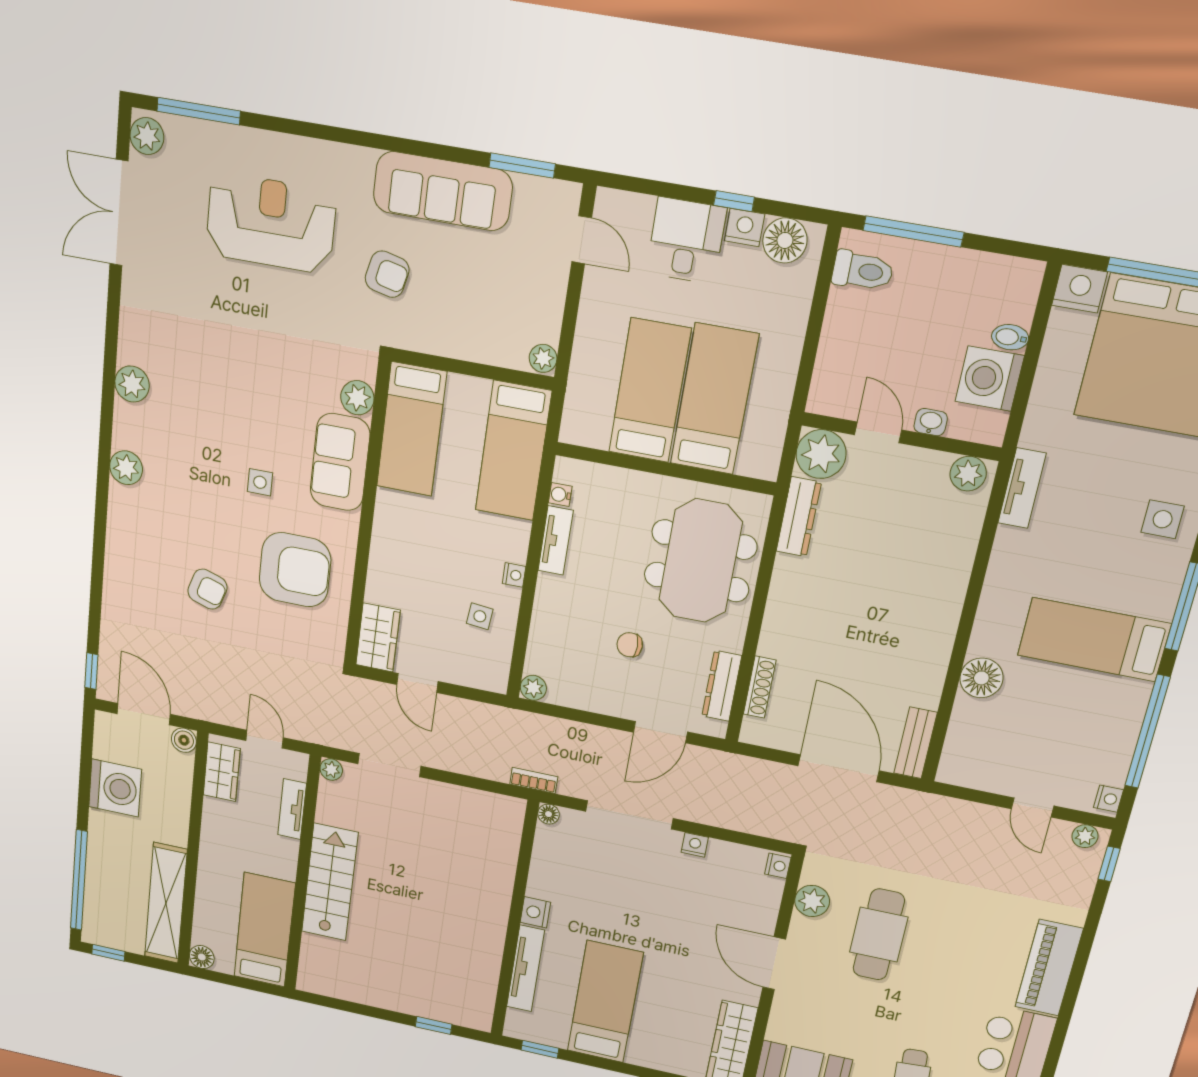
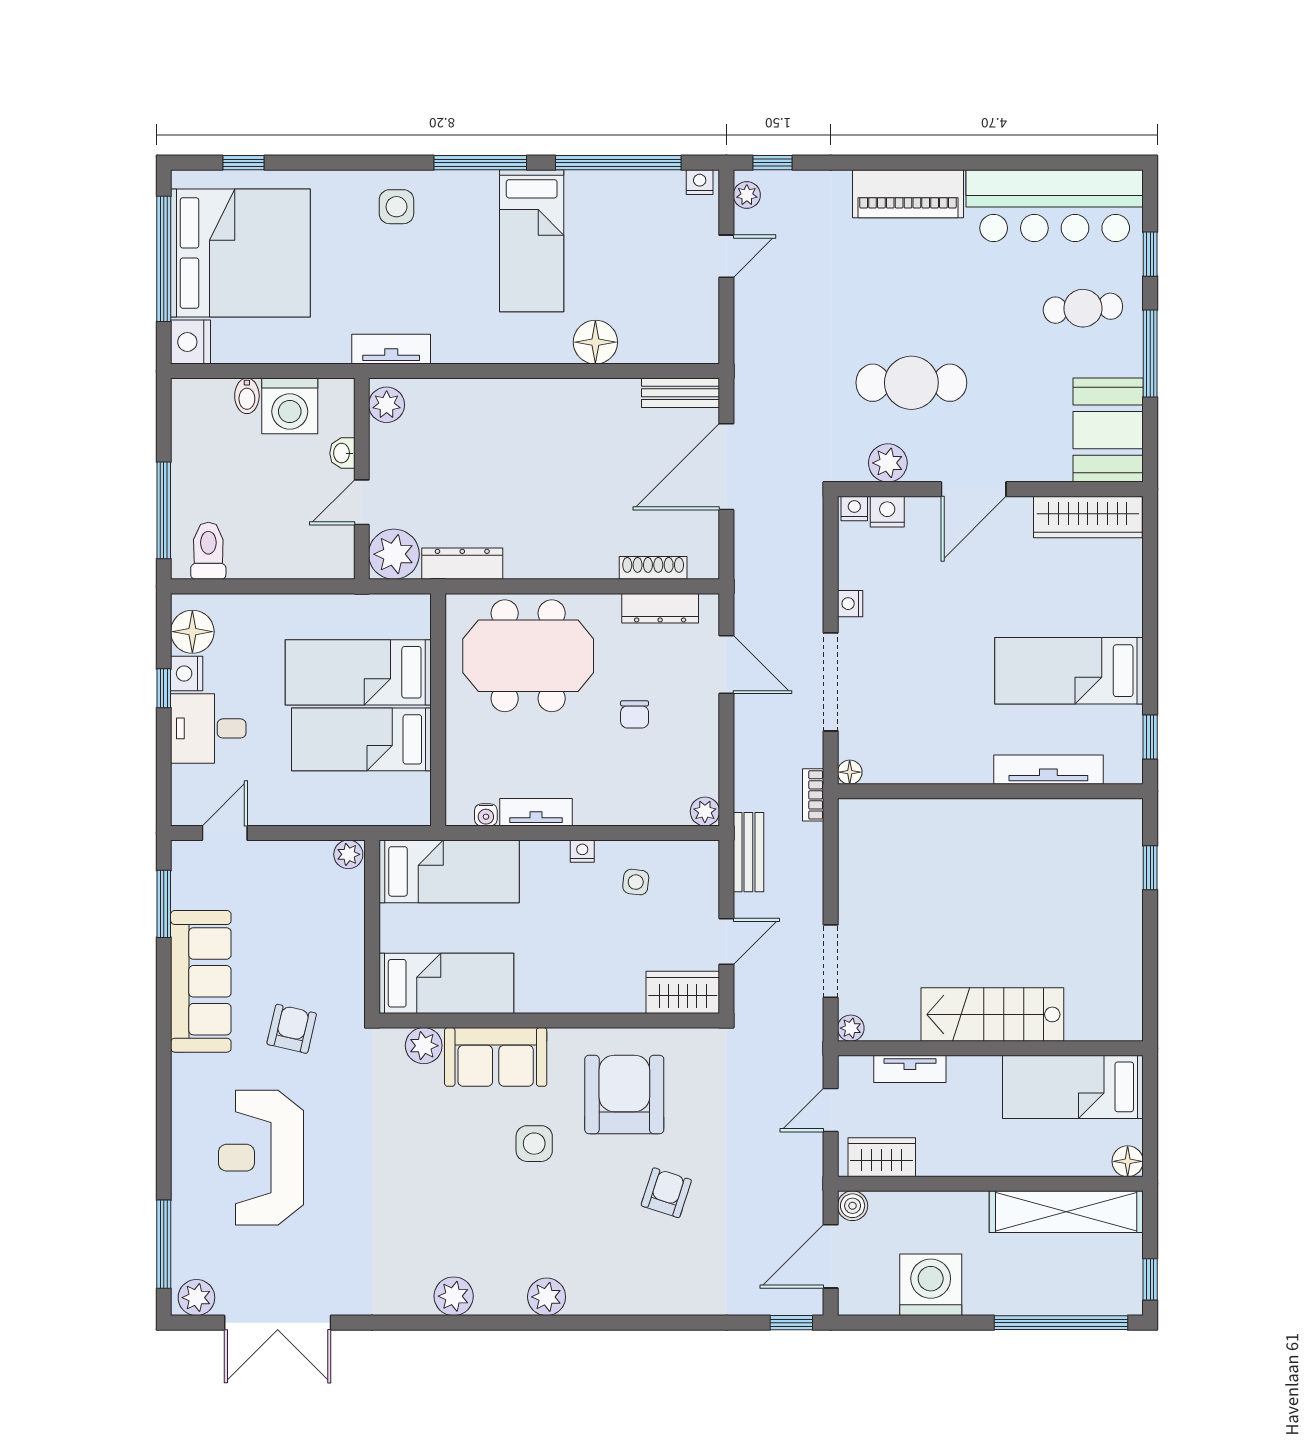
side table: (260, 482) -> (534, 1144), width x1.37, depth x1.37
bench: (492, 717) -> (748, 852), added
nightstand: (535, 912) -> (887, 512), moved, turned 180

